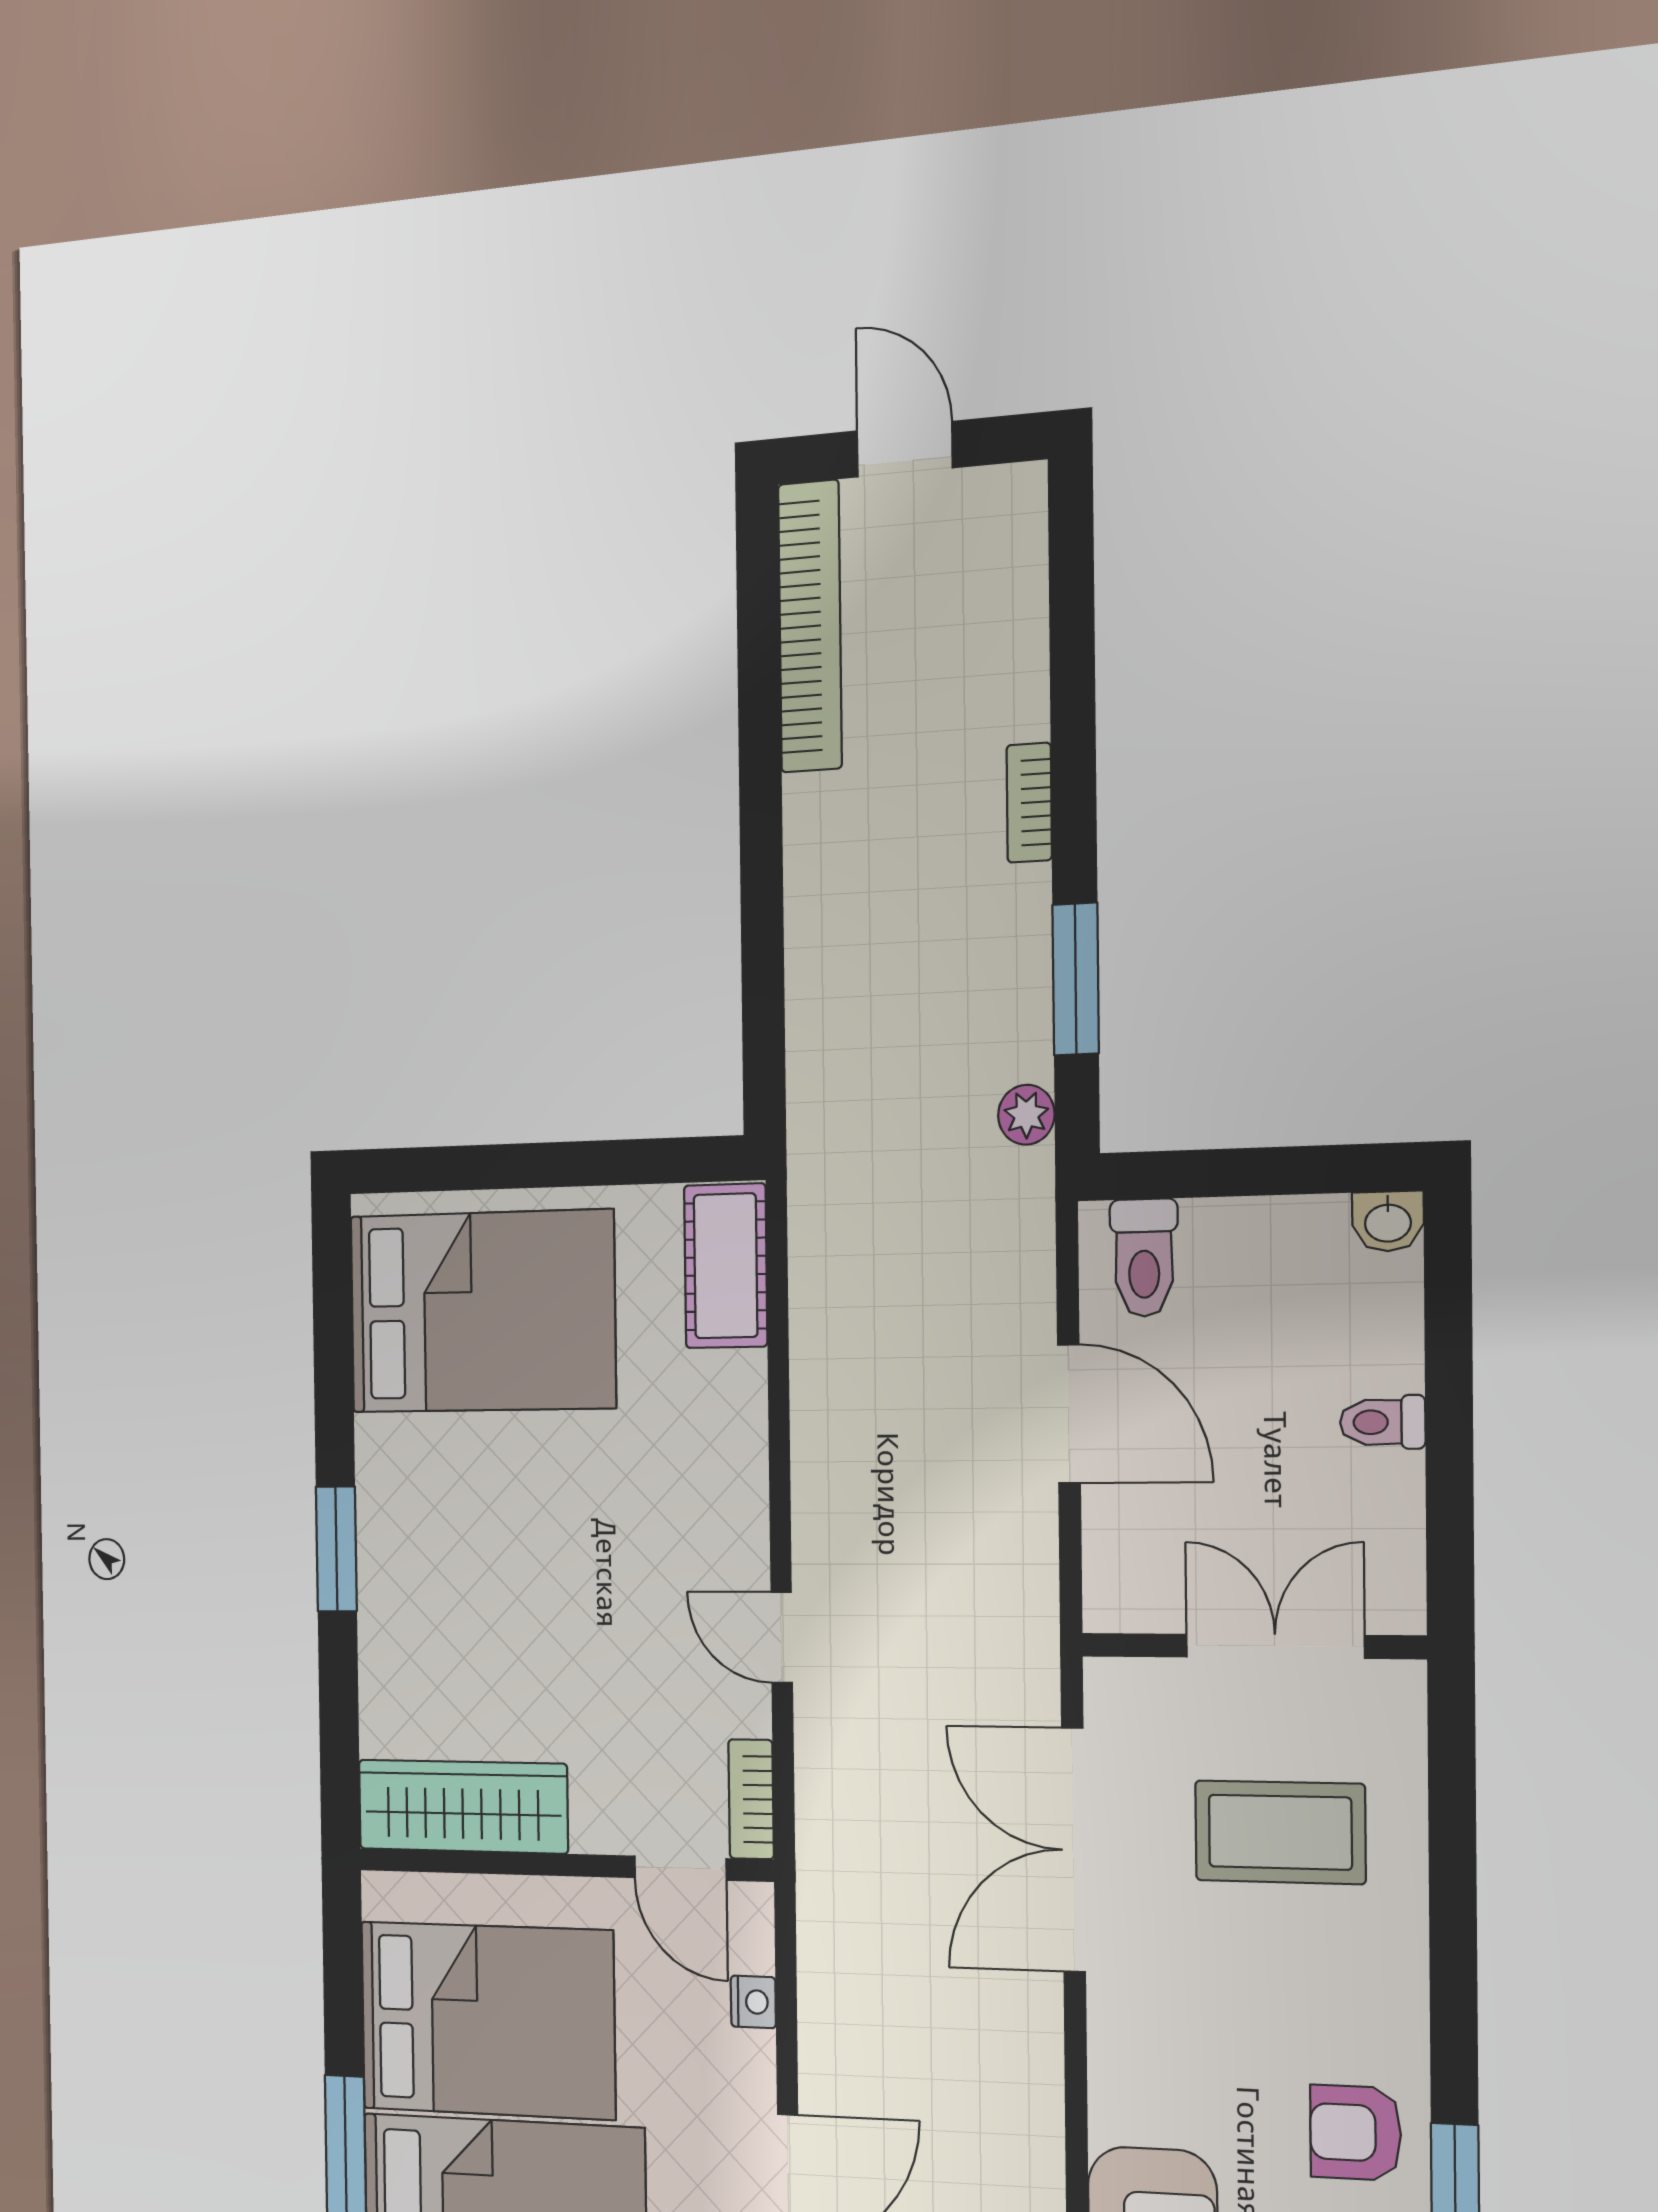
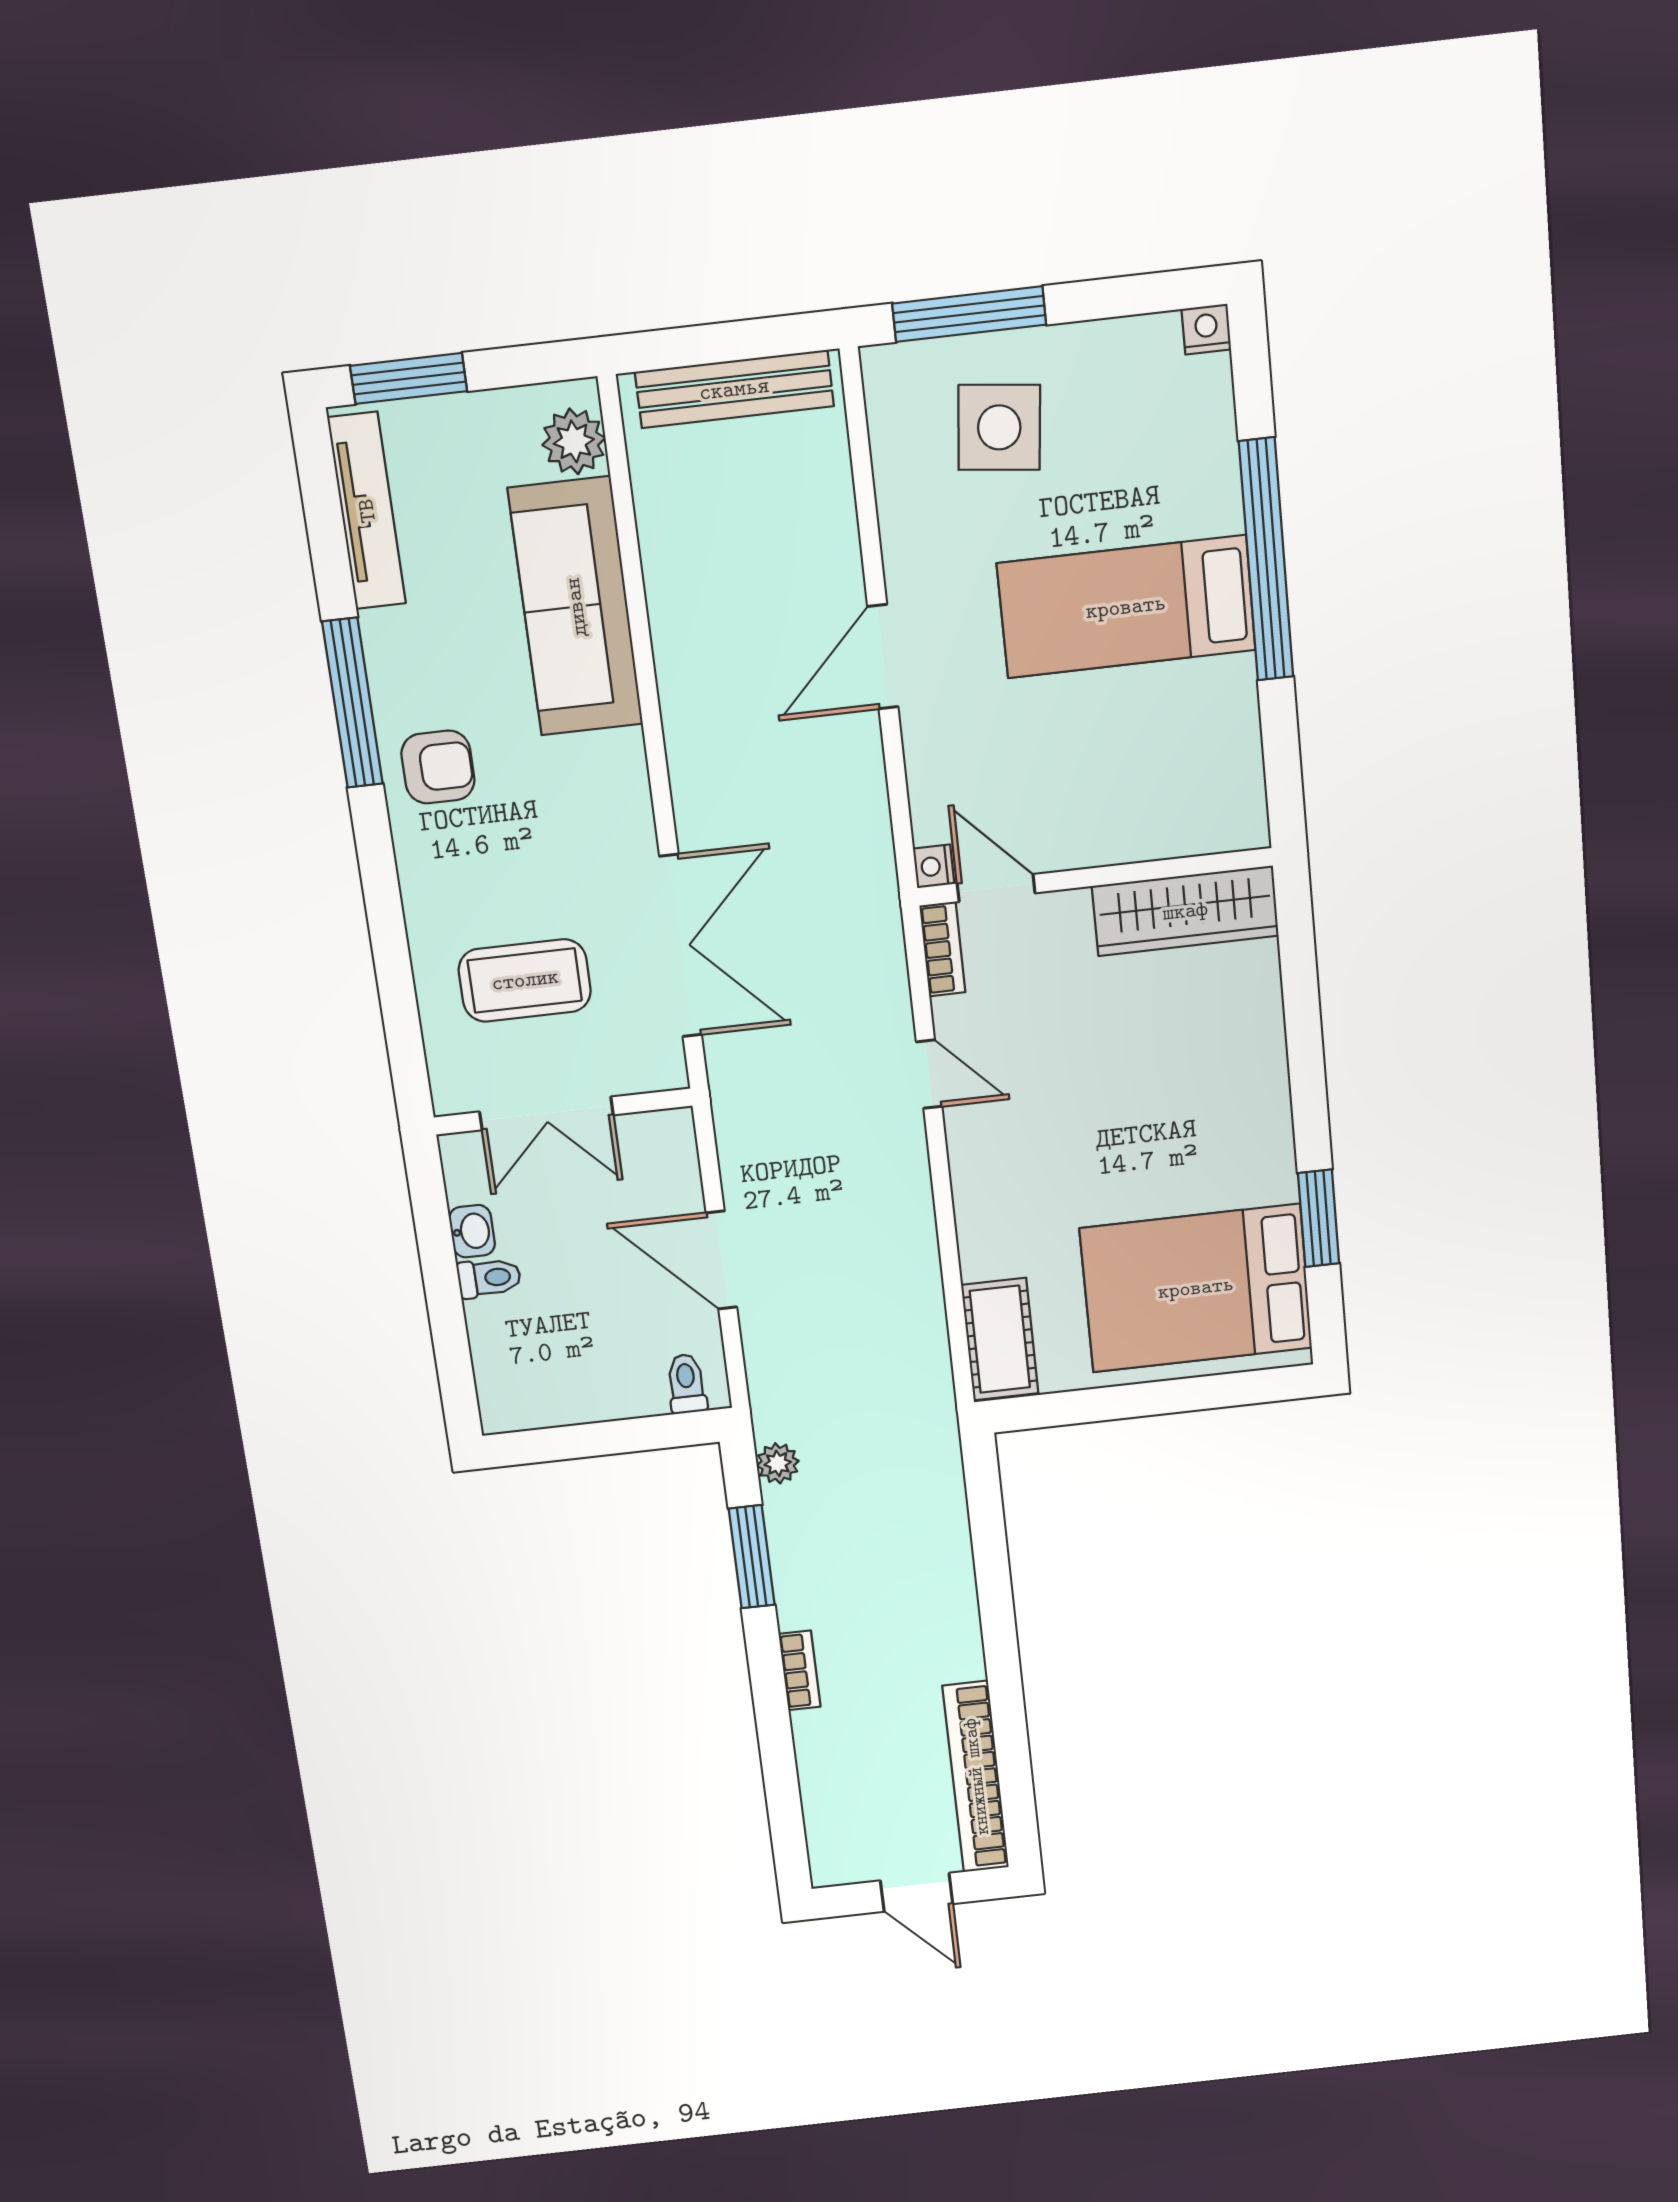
washbasin: (1388, 1221) -> (472, 1231), moved, turned 90
toilet: (1144, 1258) -> (687, 1384), width x0.73, depth x0.72
window: (336, 1549) -> (1319, 1218), moved
nightstand: (753, 2002) -> (934, 866), moved
bed: (487, 2020) -> (1151, 744), removed

